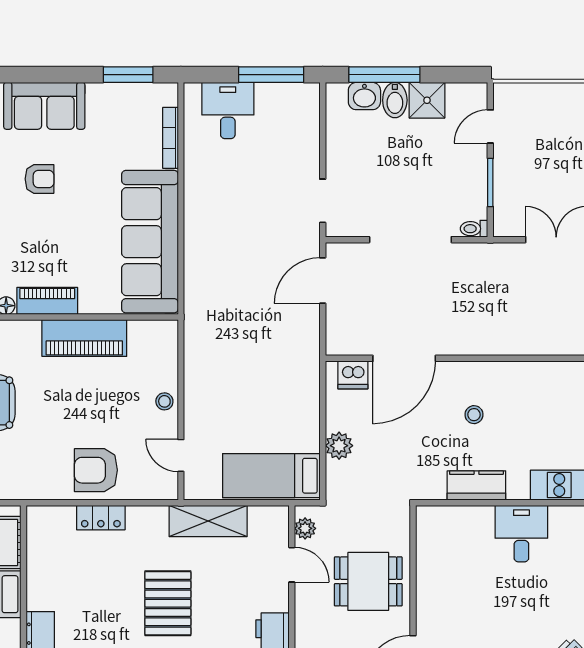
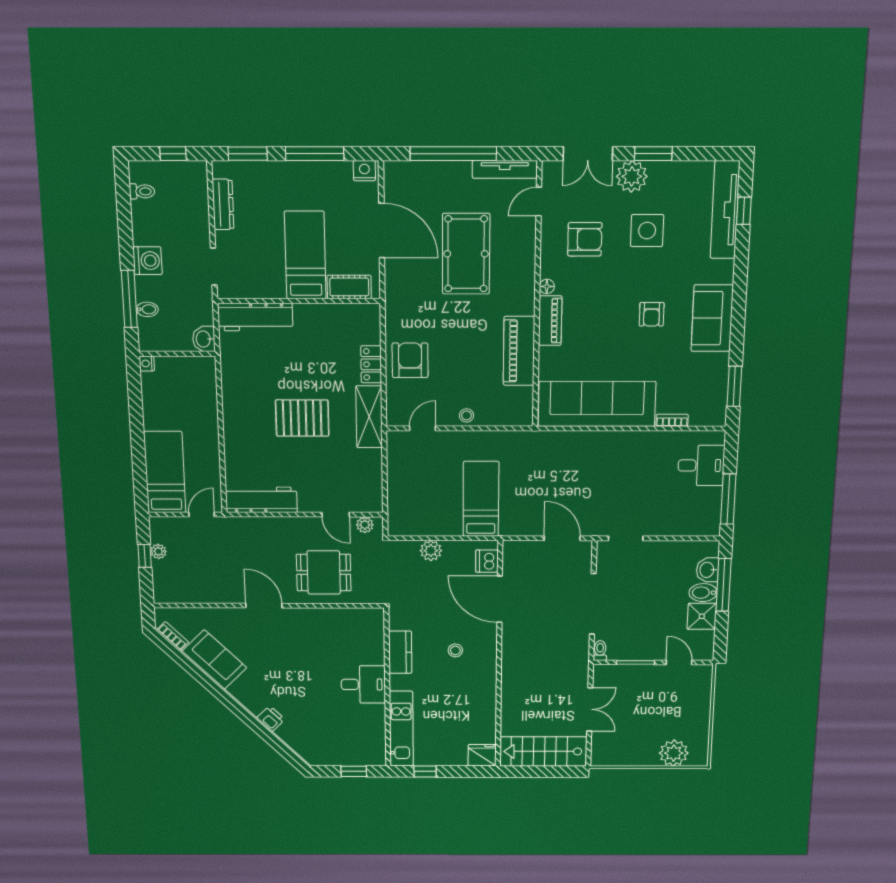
bookcase: (170, 138) -> (672, 420), width x0.64
bed: (271, 476) -> (481, 499), moved
shelving: (208, 521) -> (369, 417), moved
door: (292, 565) -> (336, 515), hinge flipped
dining table: (368, 581) -> (324, 572), turned 90

